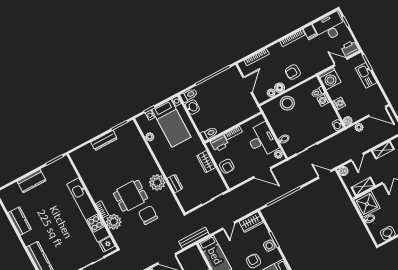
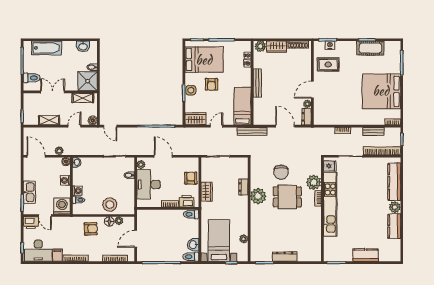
plant: (28, 238) -> (395, 207), added

